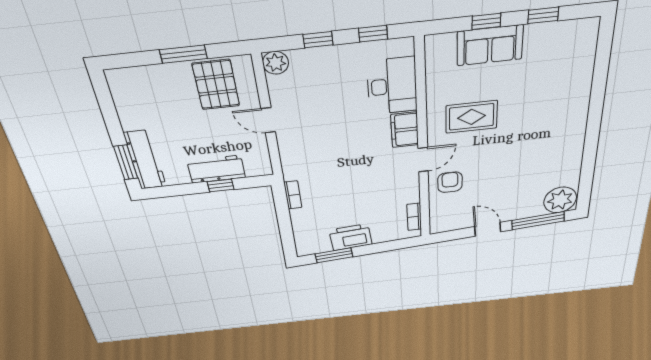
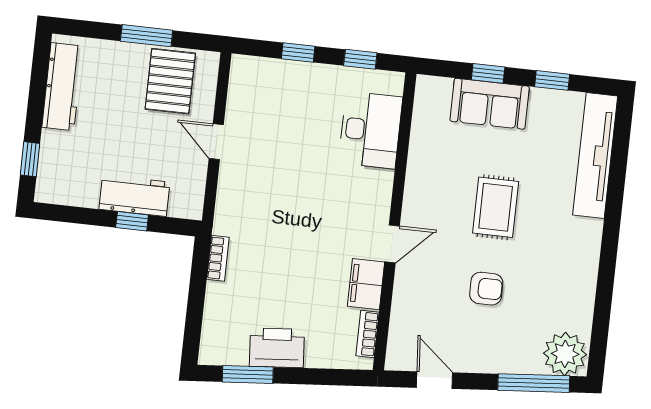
plant: (276, 63) -> (244, 69), removed
tv unit: (582, 66) -> (595, 156), added
rug: (472, 117) -> (496, 207), moved, turned 90
filing cabinet: (405, 130) -> (366, 284), moved
workbench: (145, 160) -> (62, 87), moved
window: (126, 162) -> (30, 159), width x0.67
armchair: (450, 182) -> (486, 289), moved, turned 90
door: (488, 229) -> (434, 380), moved

